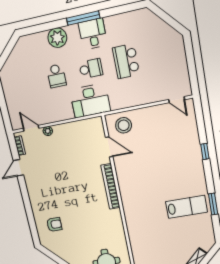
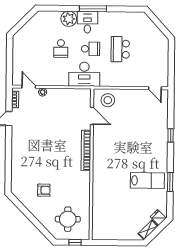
desk: (93, 34) -> (87, 22), moved
armchair: (54, 224) -> (44, 190), moved
fridge: (206, 244) -> (158, 217), added

